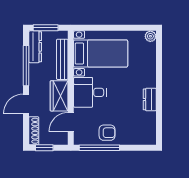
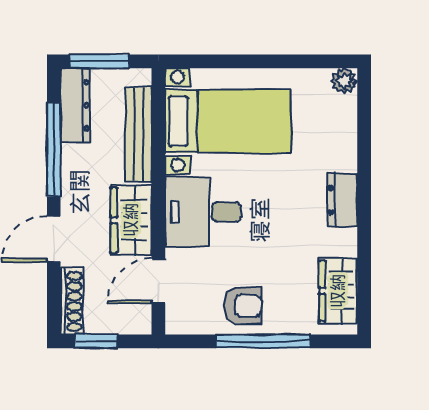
dresser: (150, 99) -> (342, 200), moved
wardrobe: (148, 126) -> (338, 291), added
window: (99, 148) -> (263, 341), moved

